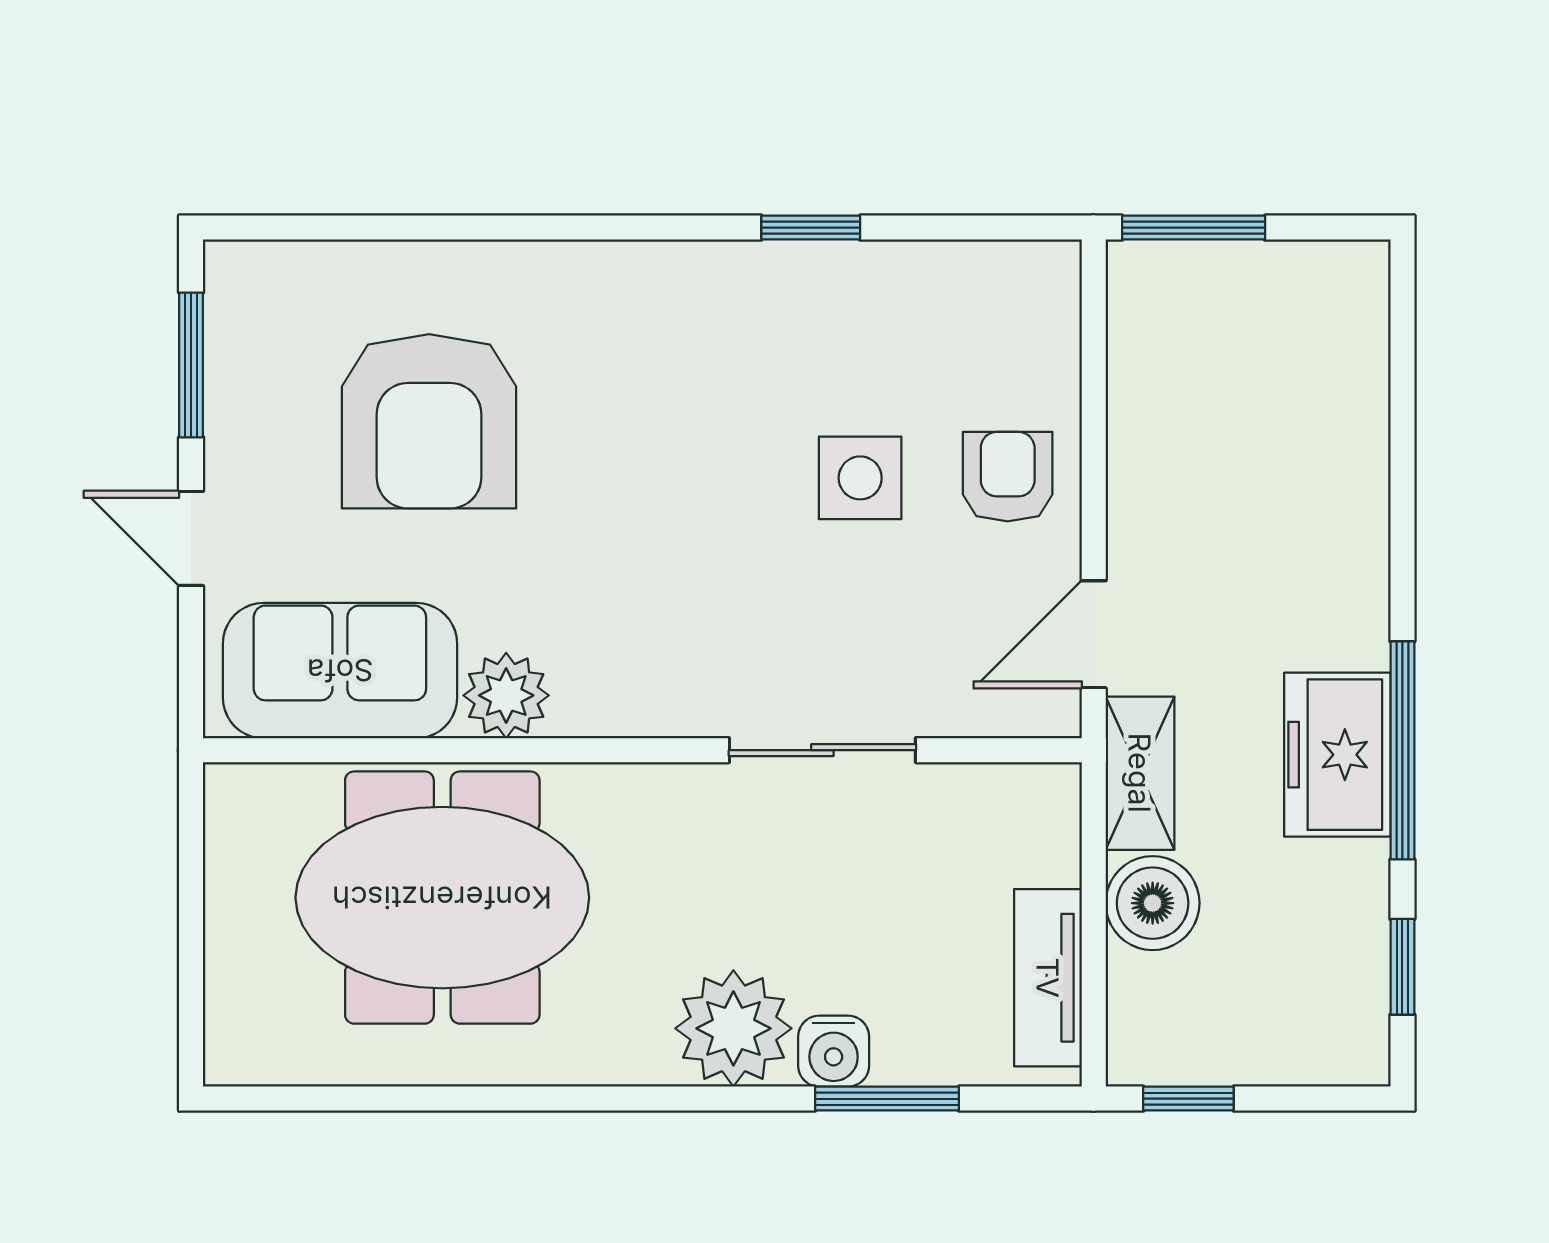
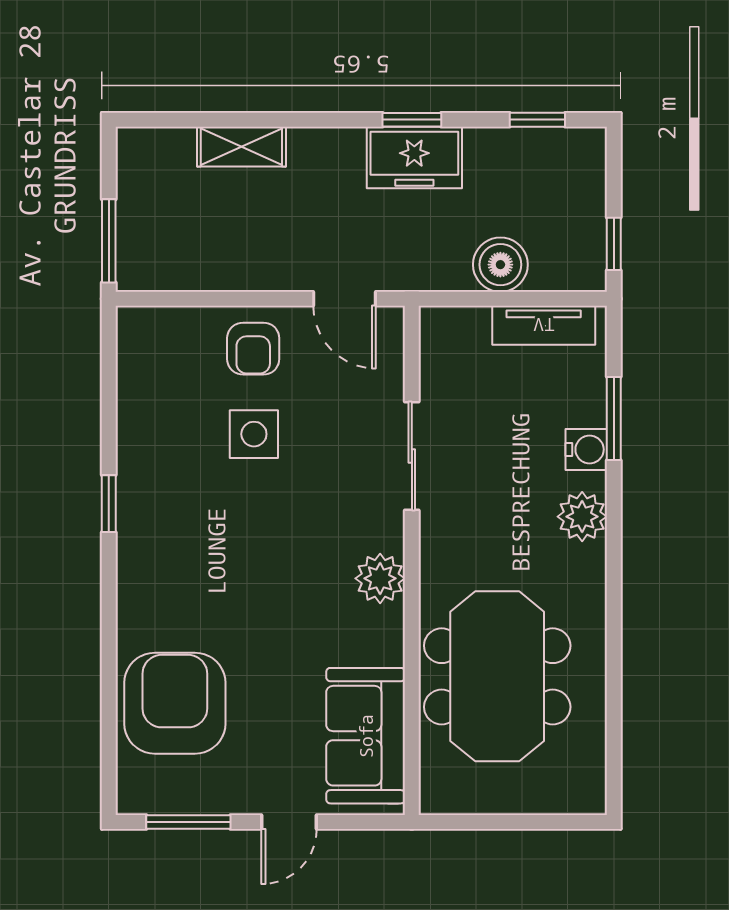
window: (811, 228) -> (109, 504), moved
armchair: (429, 421) -> (175, 703), moved, turned -90
armchair: (1008, 477) -> (253, 349), turned -90
plant: (506, 695) -> (380, 578), moved
window: (1402, 750) -> (412, 120), width x0.46
shelving: (1140, 773) -> (241, 147), moved
plant: (733, 1028) -> (582, 517), width x0.73, depth x0.73

